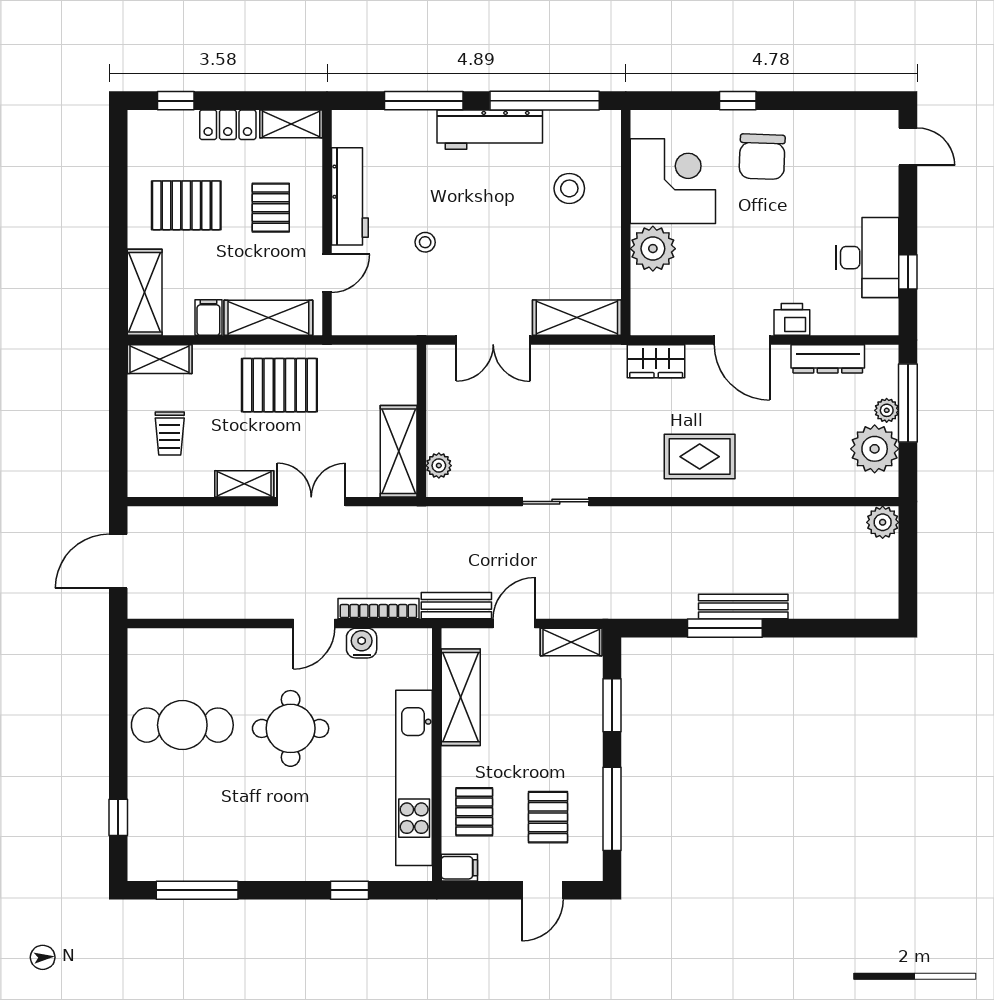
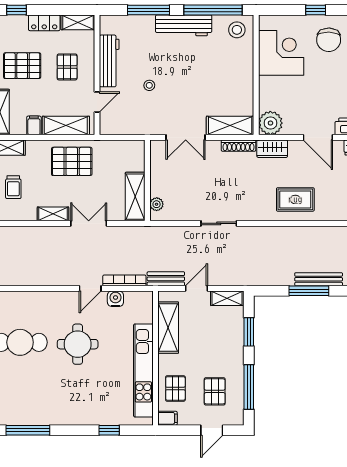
stool: (569, 188) -> (237, 30), moved
plant: (653, 249) -> (270, 123), moved
shoe rack: (593, 356) -> (239, 146), added

